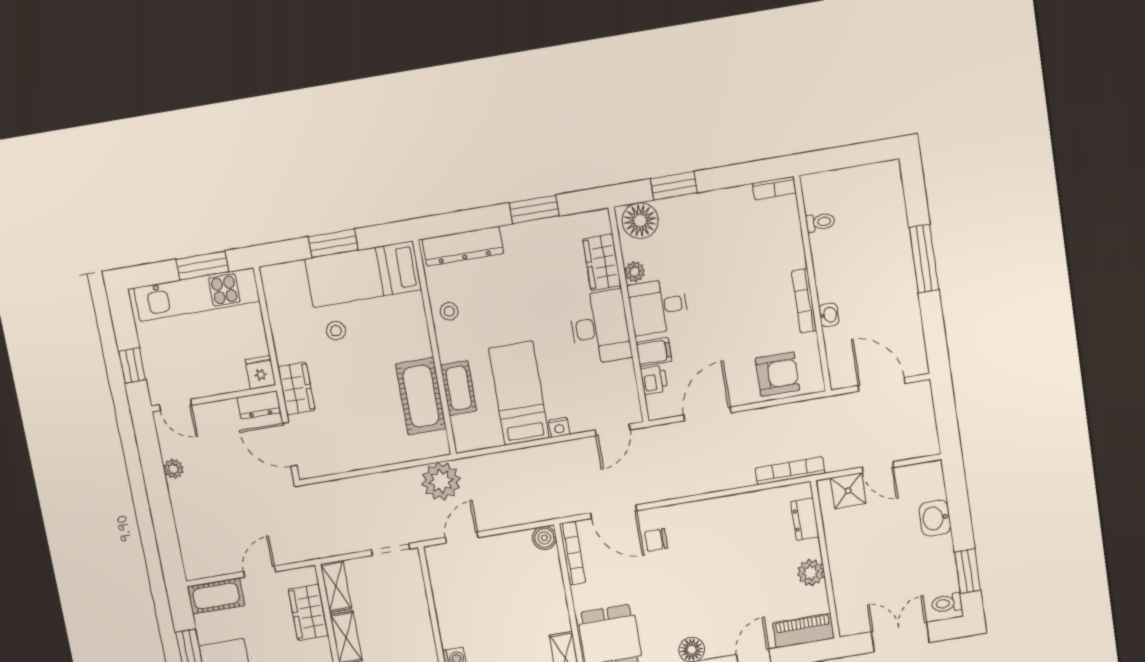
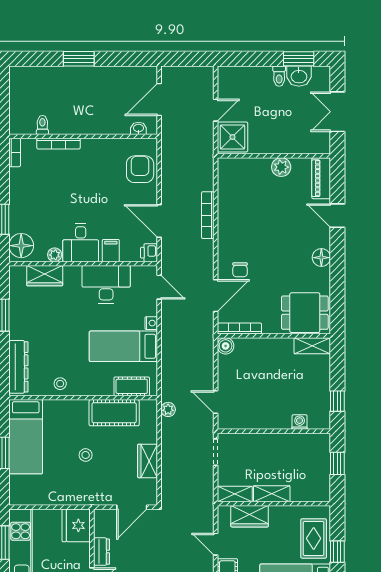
window: (924, 259) -> (79, 59), width x0.69
bookcase: (804, 301) -> (59, 144), moved
washbasin: (829, 315) -> (138, 128), moved
desk: (600, 327) -> (106, 284), moved
stool: (336, 331) -> (86, 455), moved
fridge: (260, 372) -> (76, 525), width x1.88, depth x1.34
printer: (654, 380) -> (149, 253), moved, turned -90
cot: (459, 388) -> (132, 386), moved
wardrobe: (296, 389) -> (148, 461), moved, turned -90
dresser: (259, 405) -> (102, 552), moved
bookcase: (790, 471) -> (208, 215), moved
plant: (441, 481) -> (168, 409), width x0.53, depth x0.53
shower: (848, 491) -> (232, 137), width x1.36, depth x1.36
washbasin: (935, 518) -> (299, 76), moved
dresser: (805, 519) -> (243, 165), removed
toilet: (947, 603) -> (279, 76), moved

